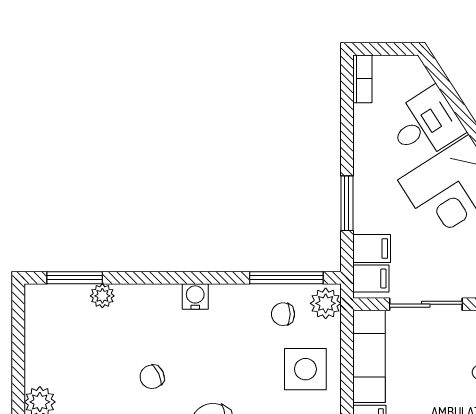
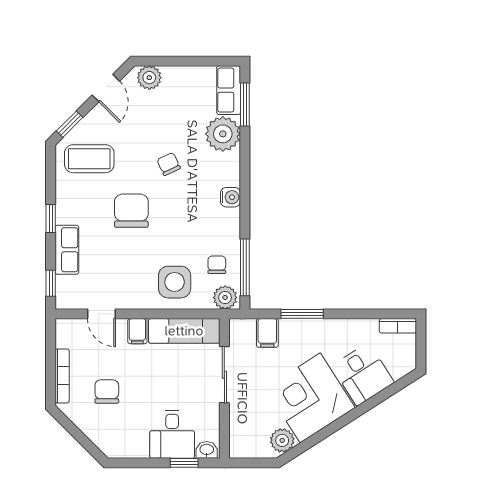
filing cabinet: (371, 278) -> (244, 332), removed
plant: (102, 296) -> (223, 134), width x1.88, depth x1.88
row of seats: (56, 299) -> (229, 90), added

